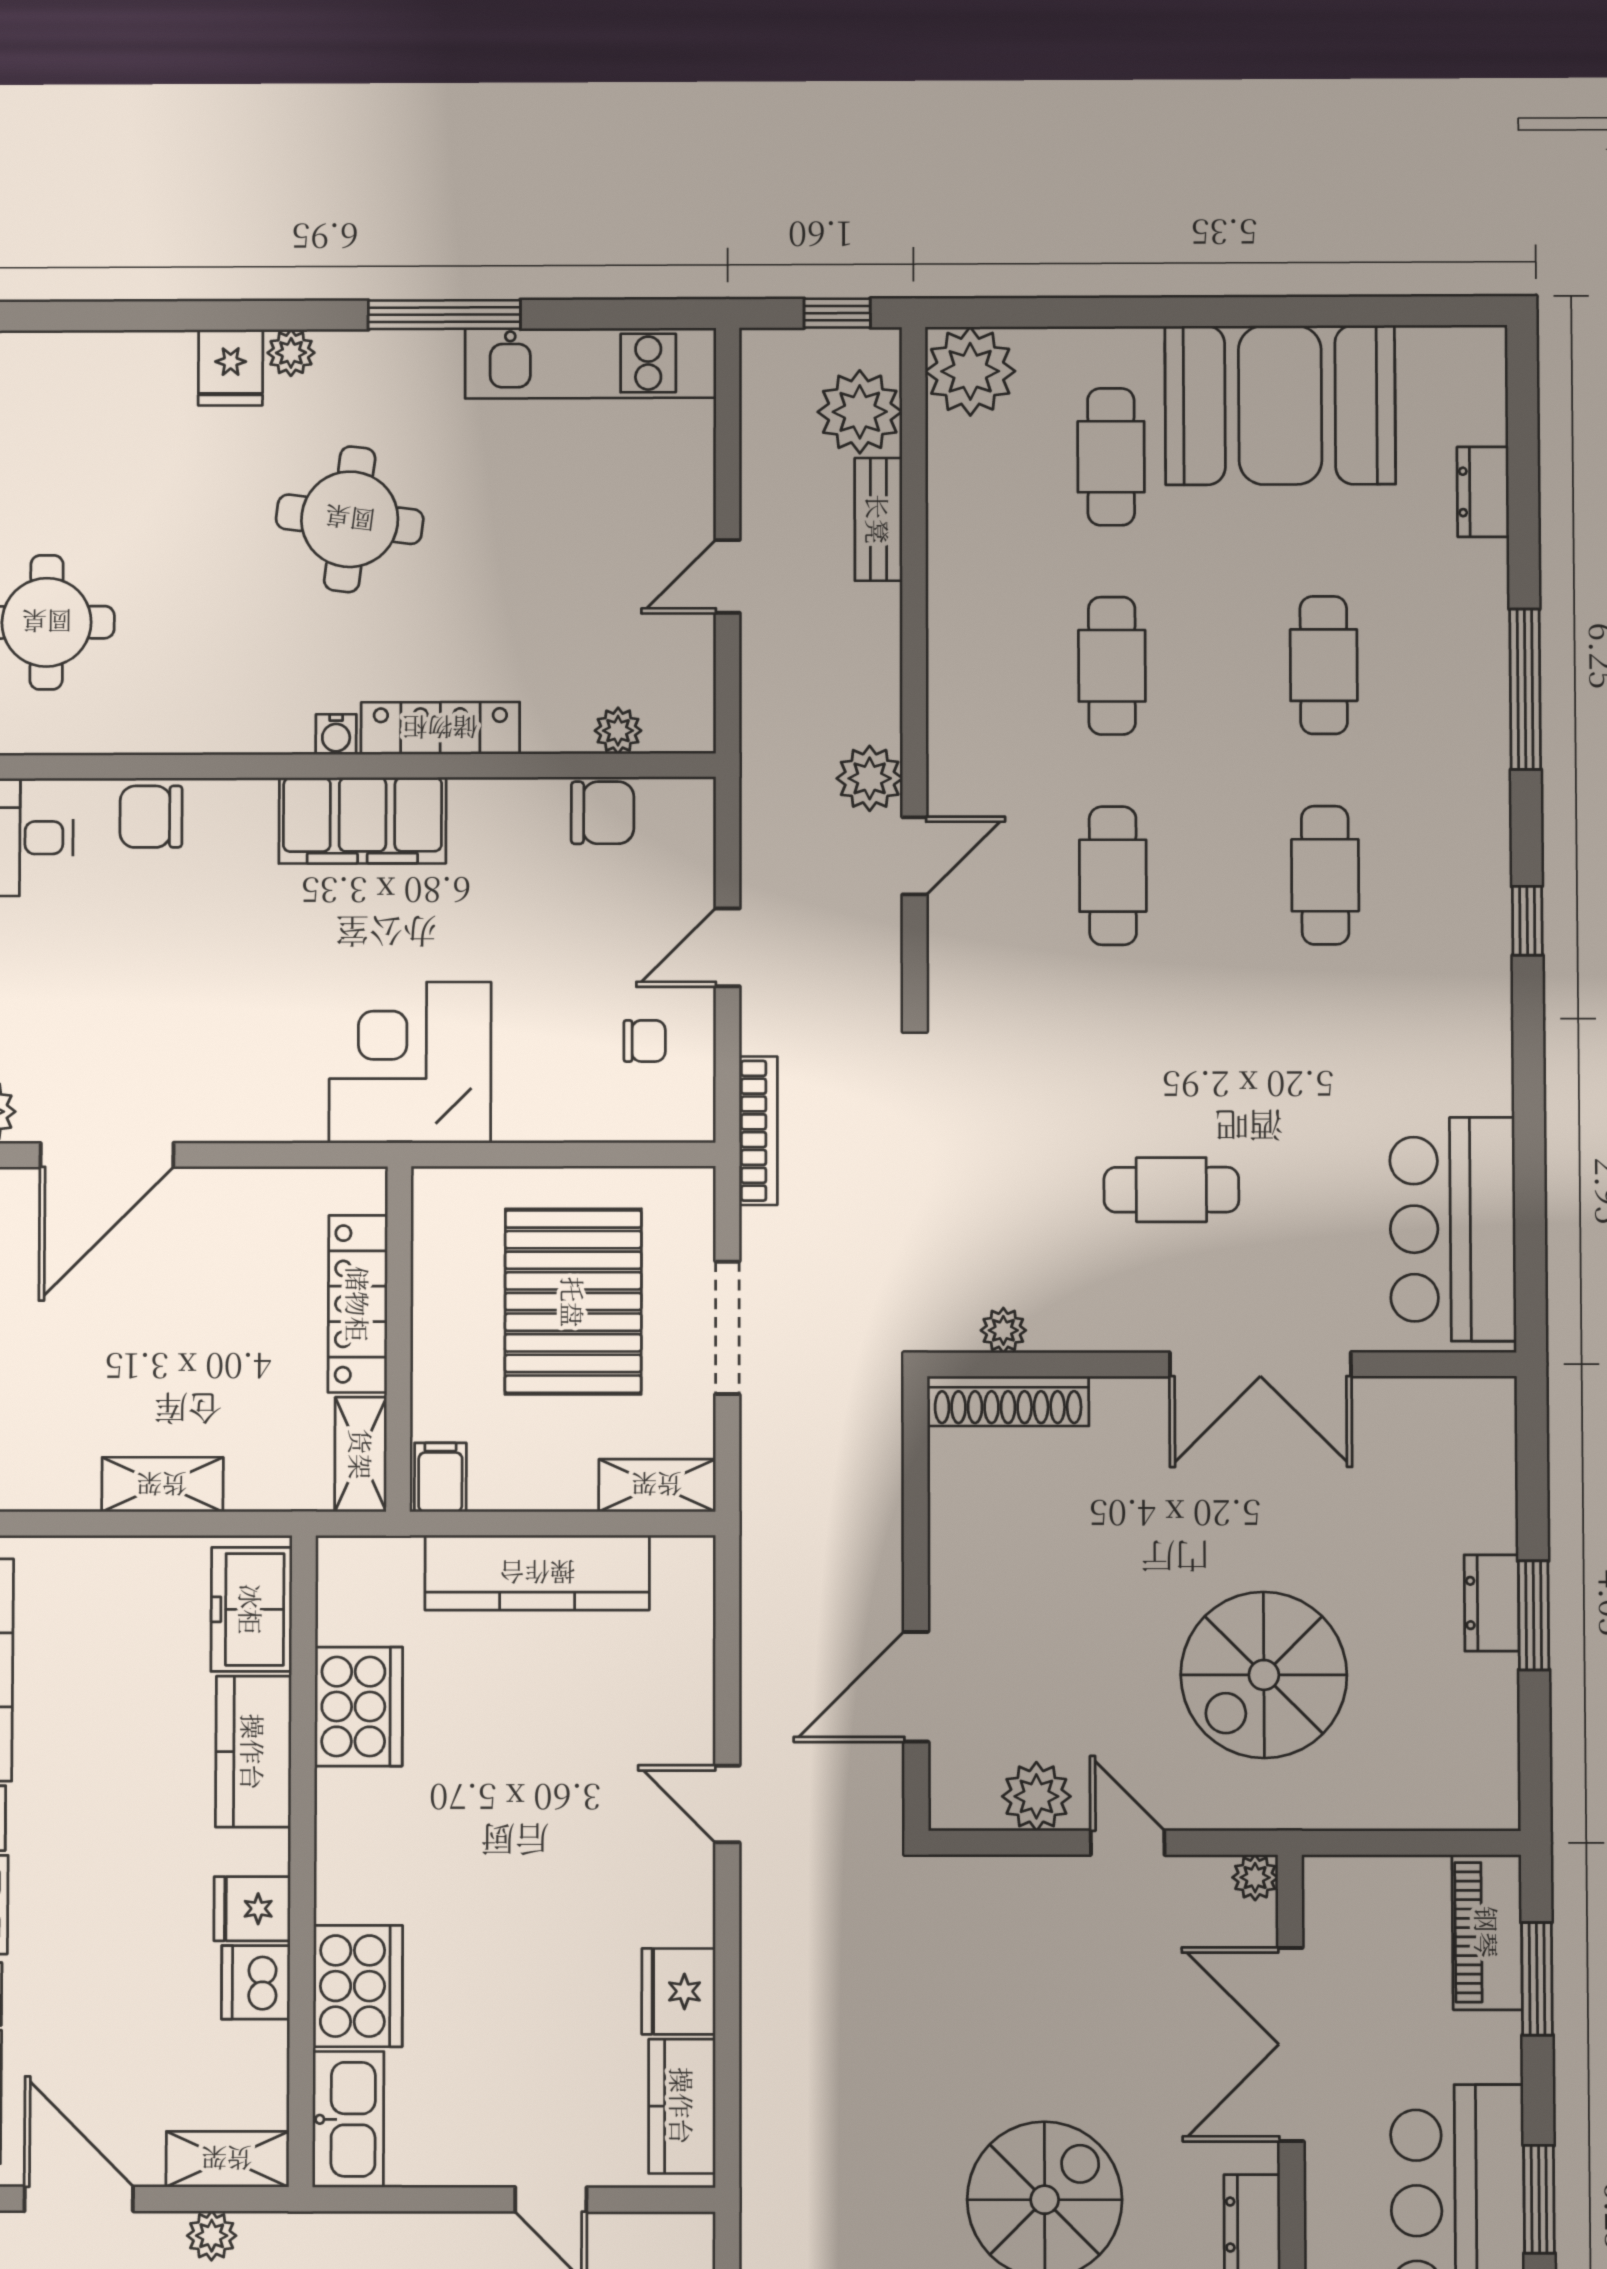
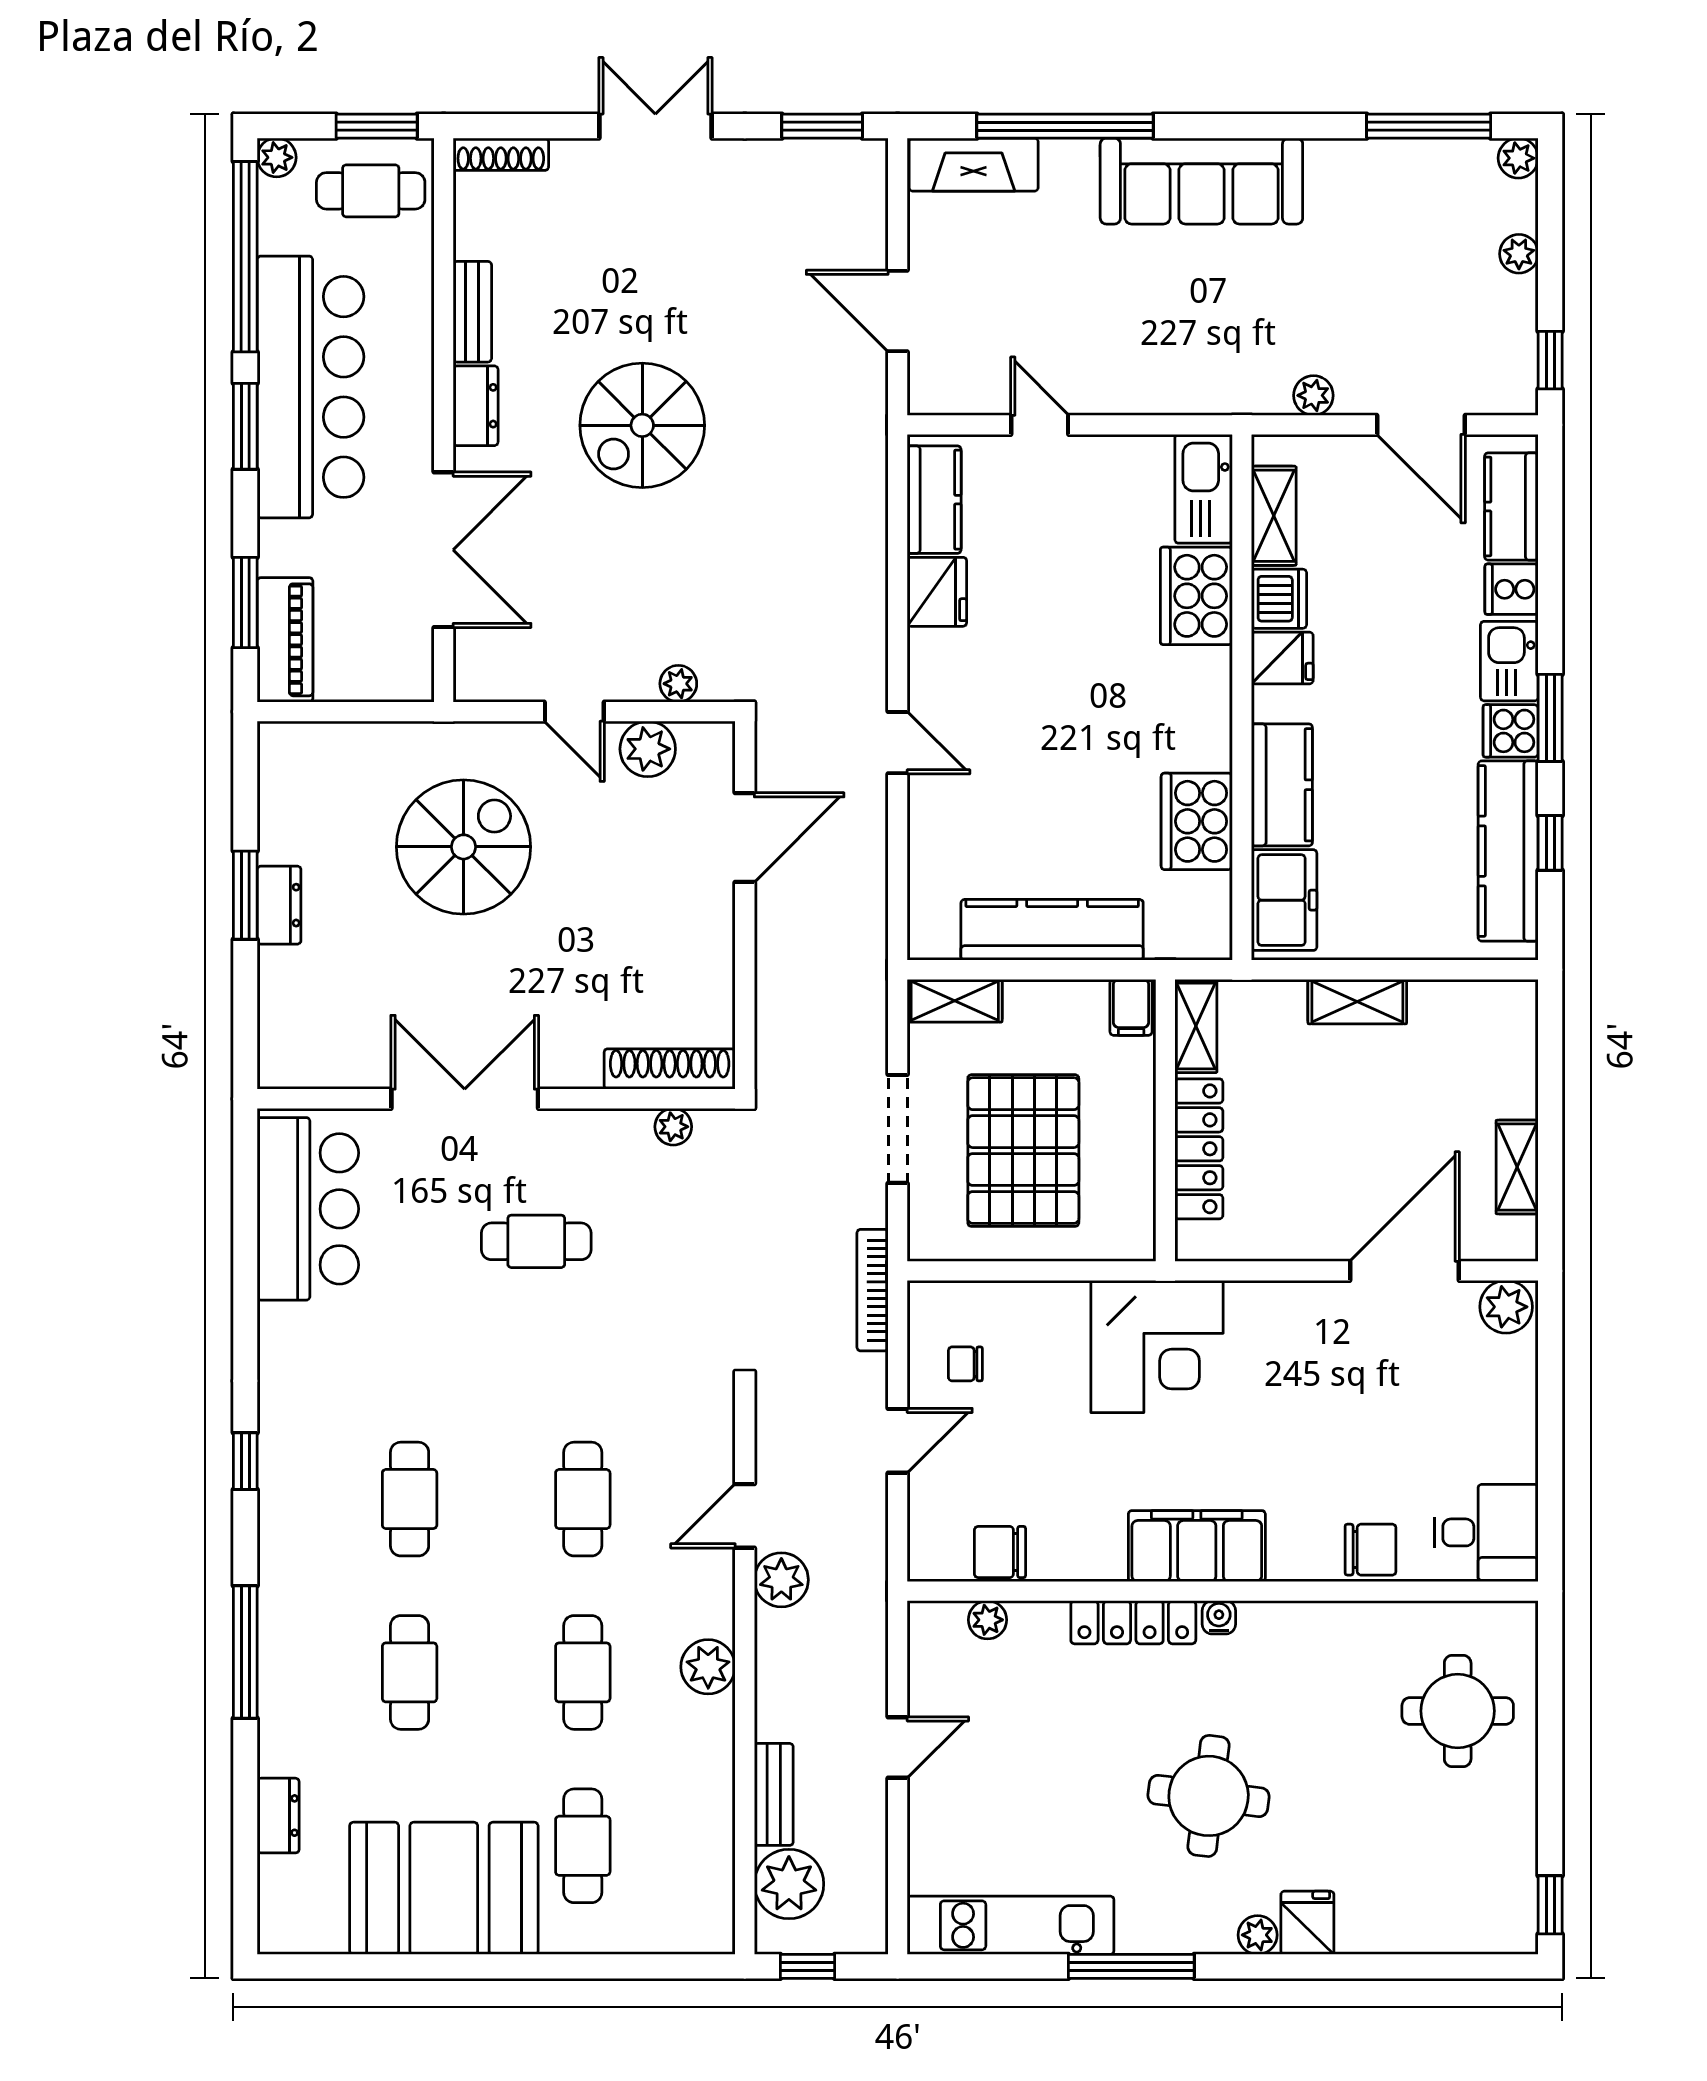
plant: (970, 371) -> (708, 1667), moved, width x0.73, depth x0.73
plant: (1255, 1878) -> (678, 684), moved
shelving: (227, 2159) -> (1274, 516), moved, turned 90

